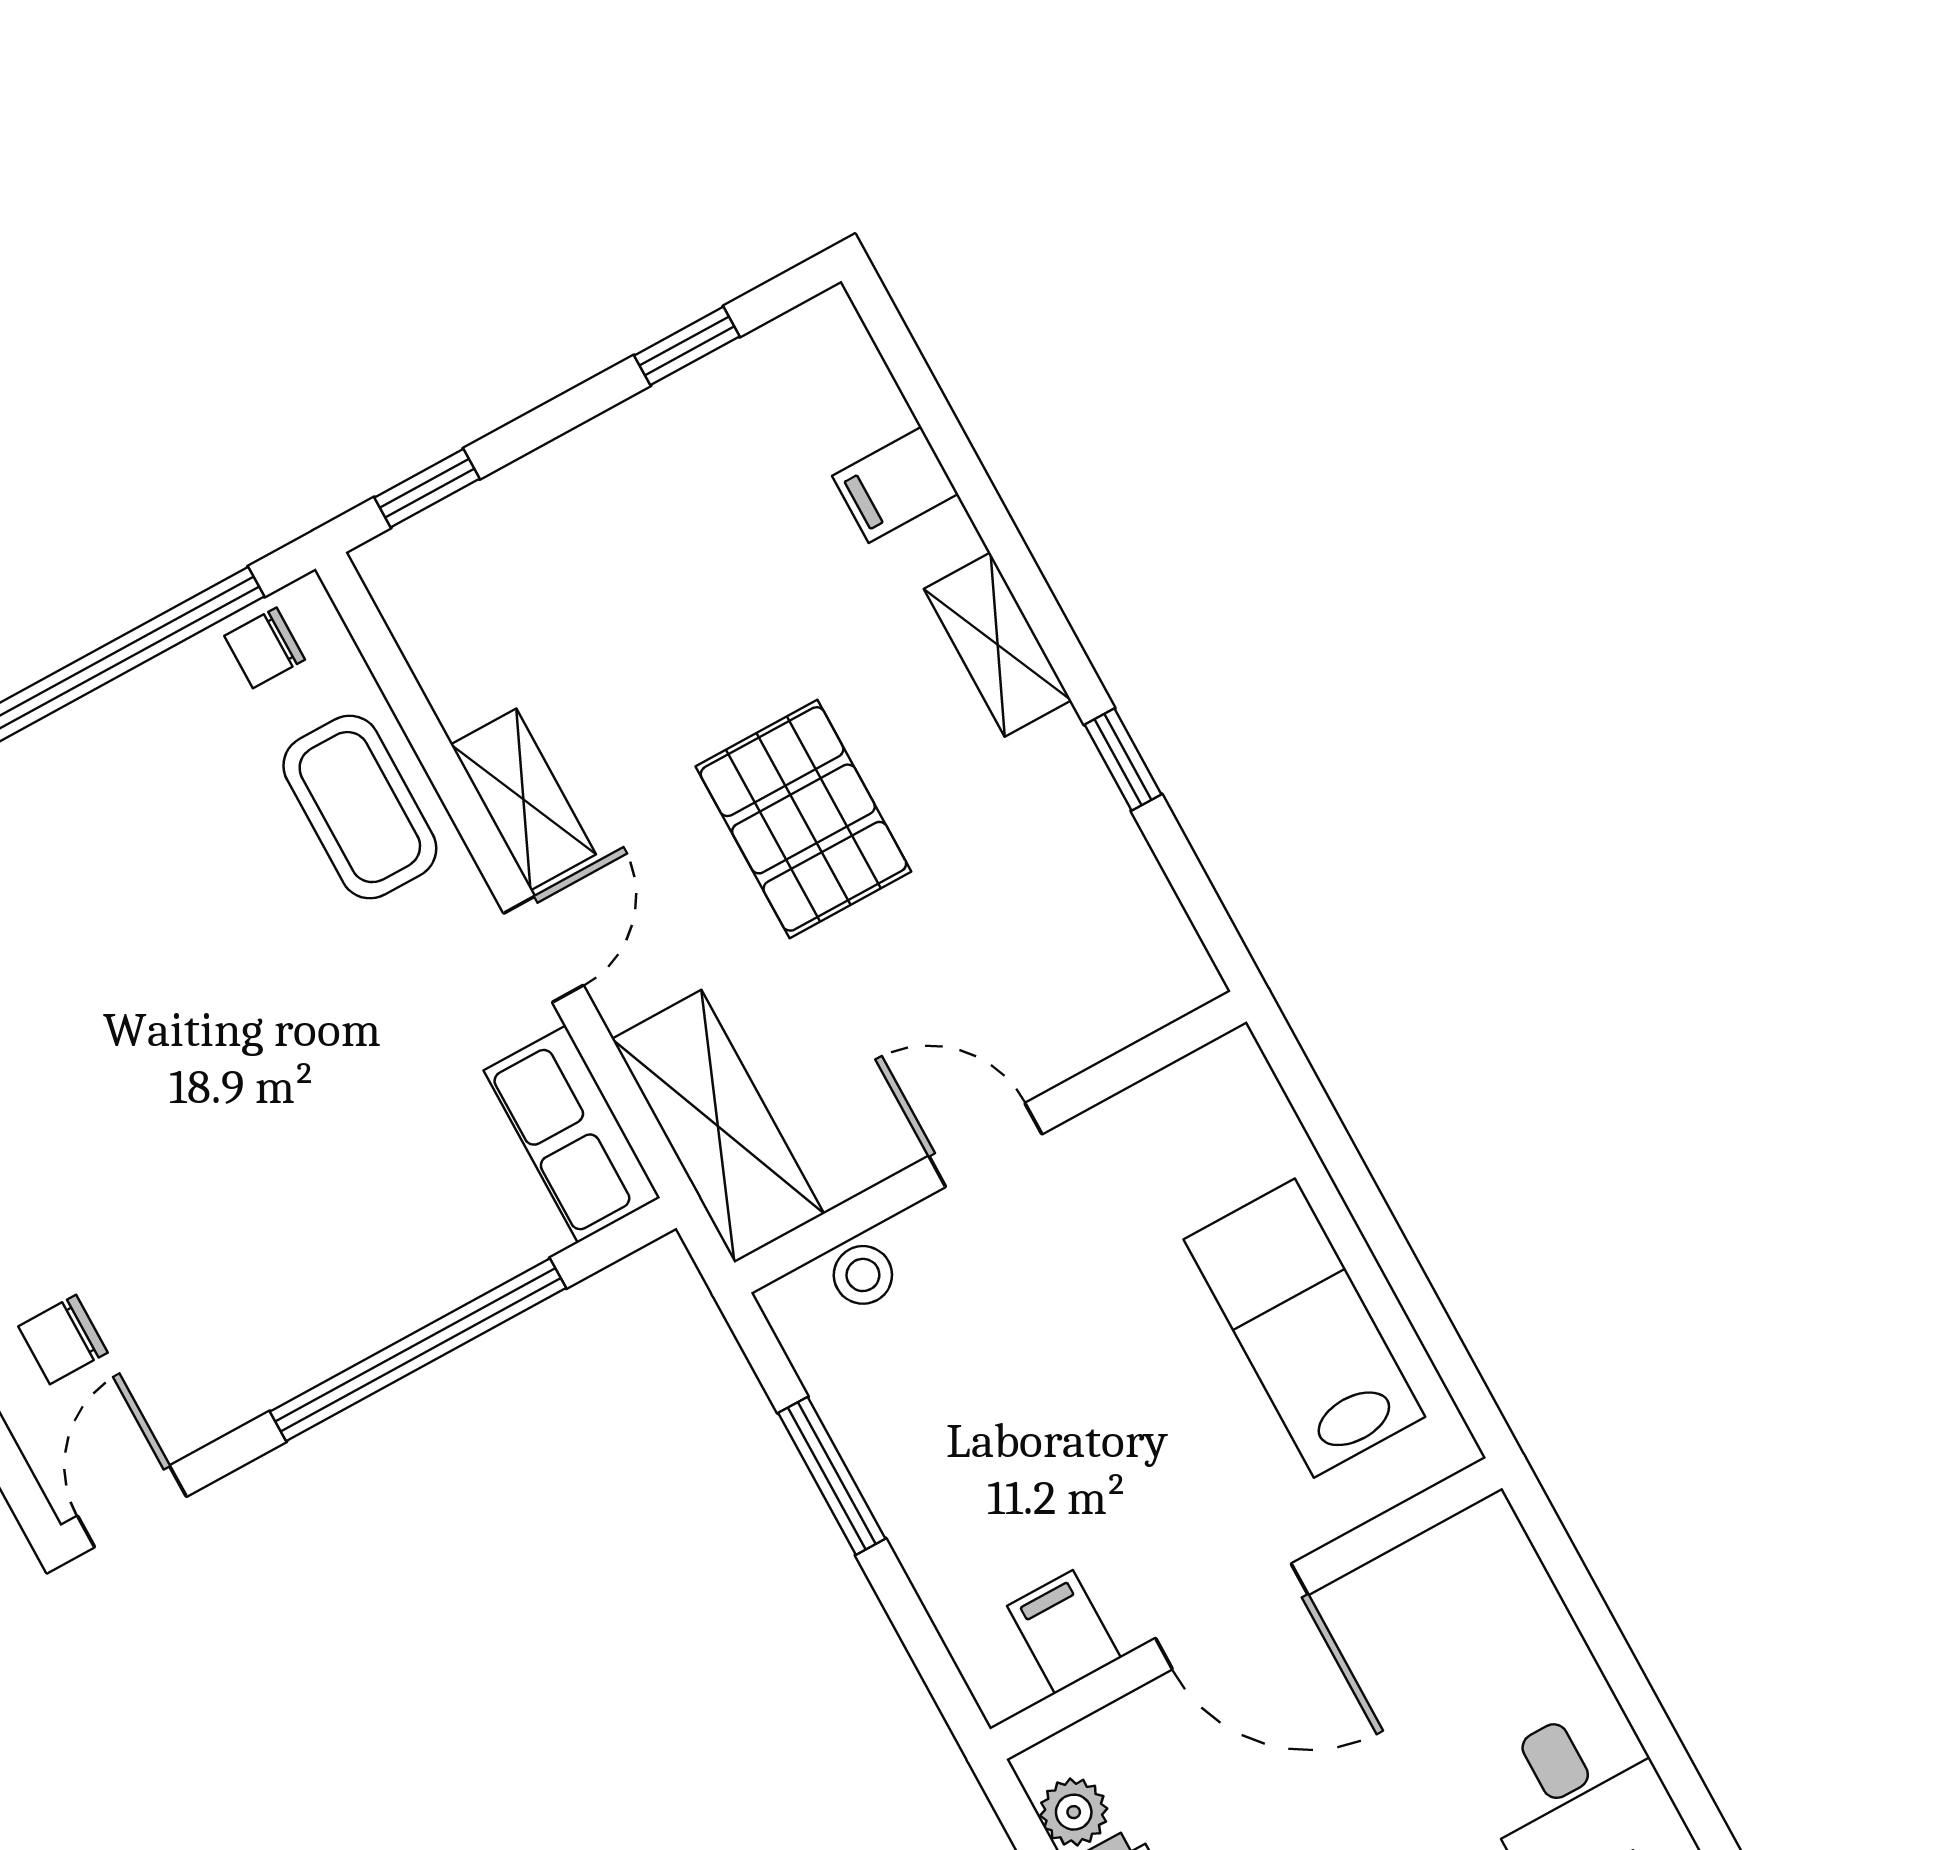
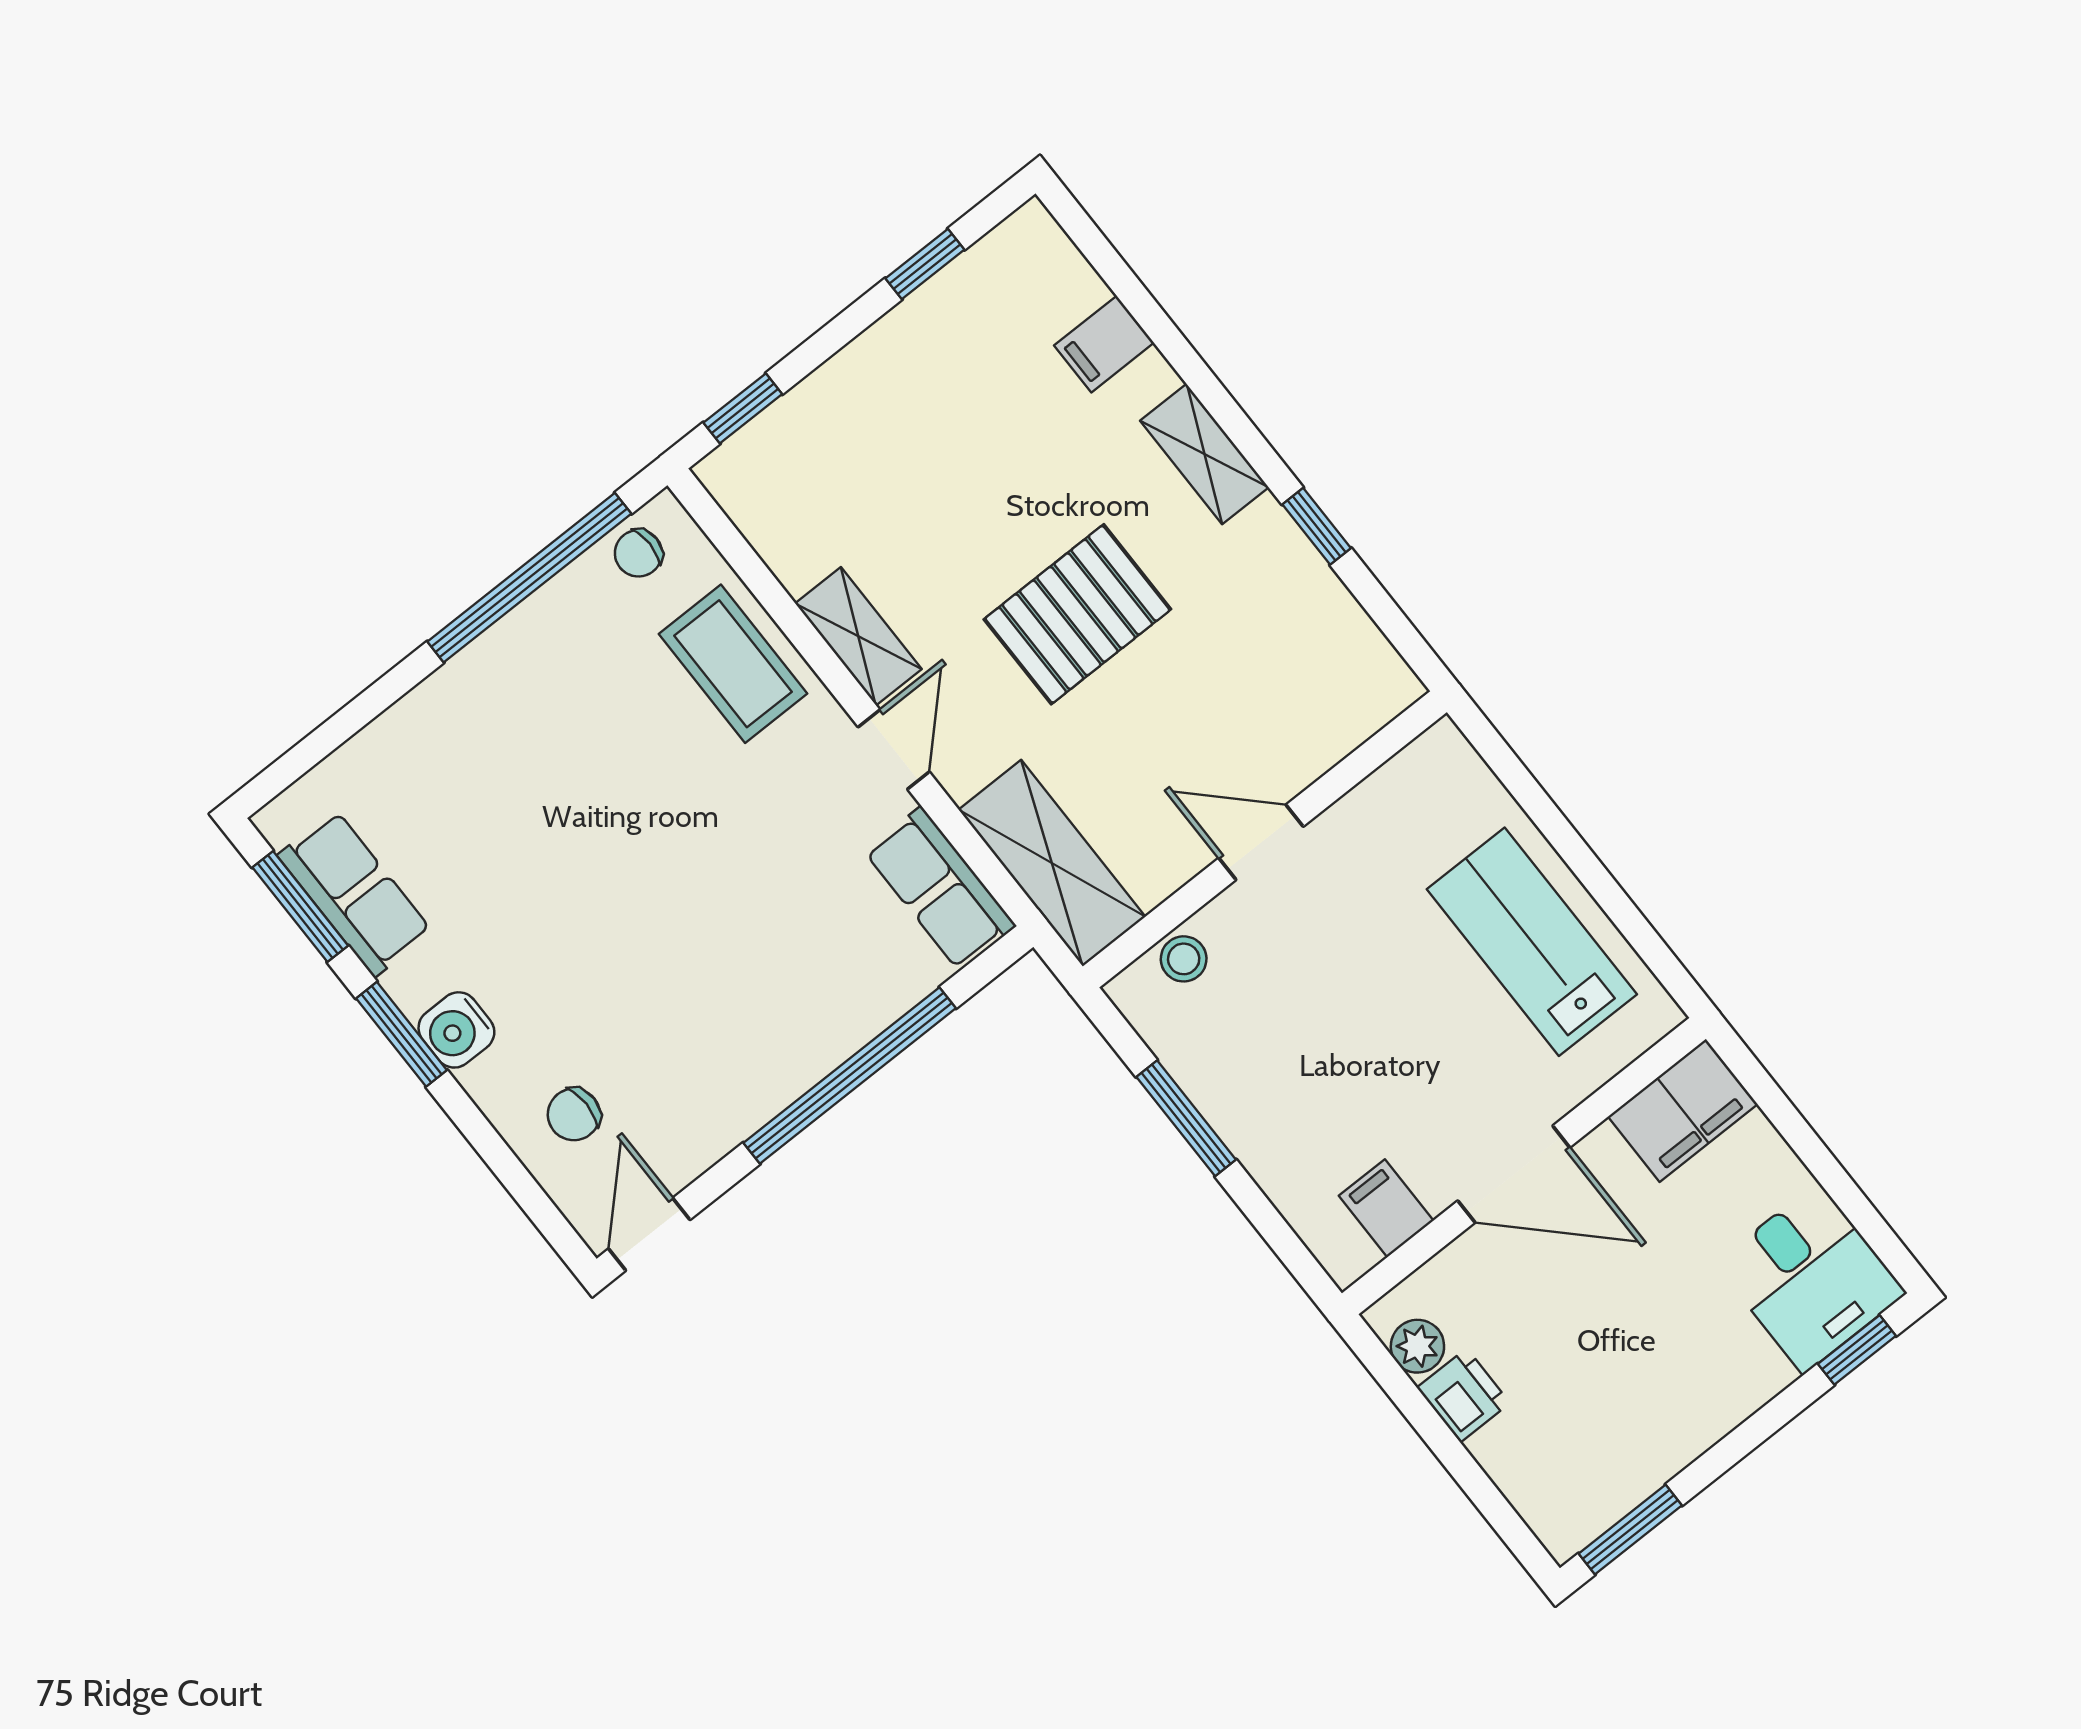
pallet: (803, 819) -> (1077, 614), turned 90
filing cabinet: (1458, 1573) -> (1683, 1110), added

